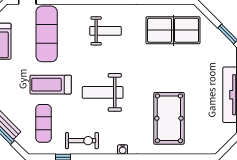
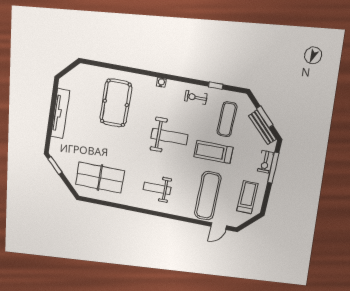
treadmill: (51, 85) -> (213, 152), turned 180
exercise bike: (82, 141) -> (196, 97), width x0.73, depth x0.72

